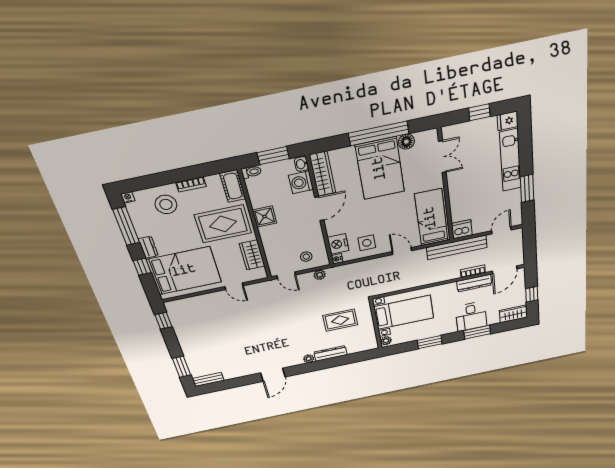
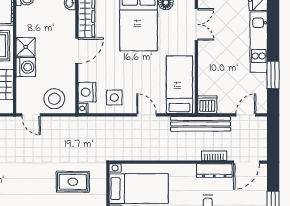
washing machine: (301, 182) -> (26, 67), moved, turned 180
stool: (306, 257) -> (54, 99), width x1.89, depth x1.89
plant: (320, 275) -> (63, 122), removed

